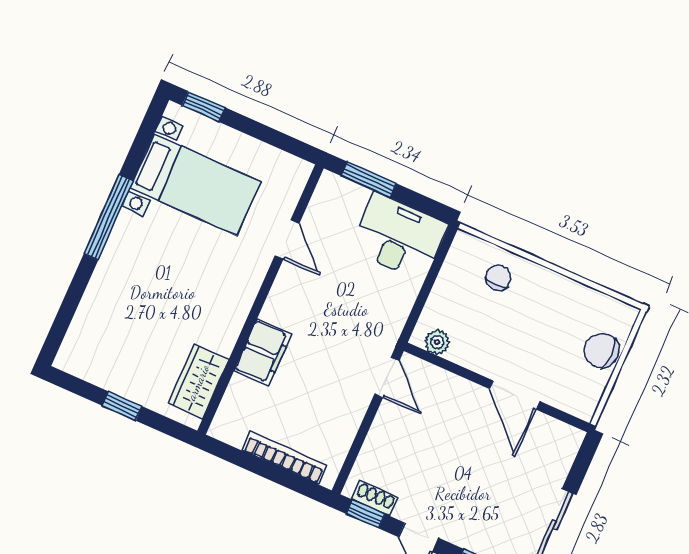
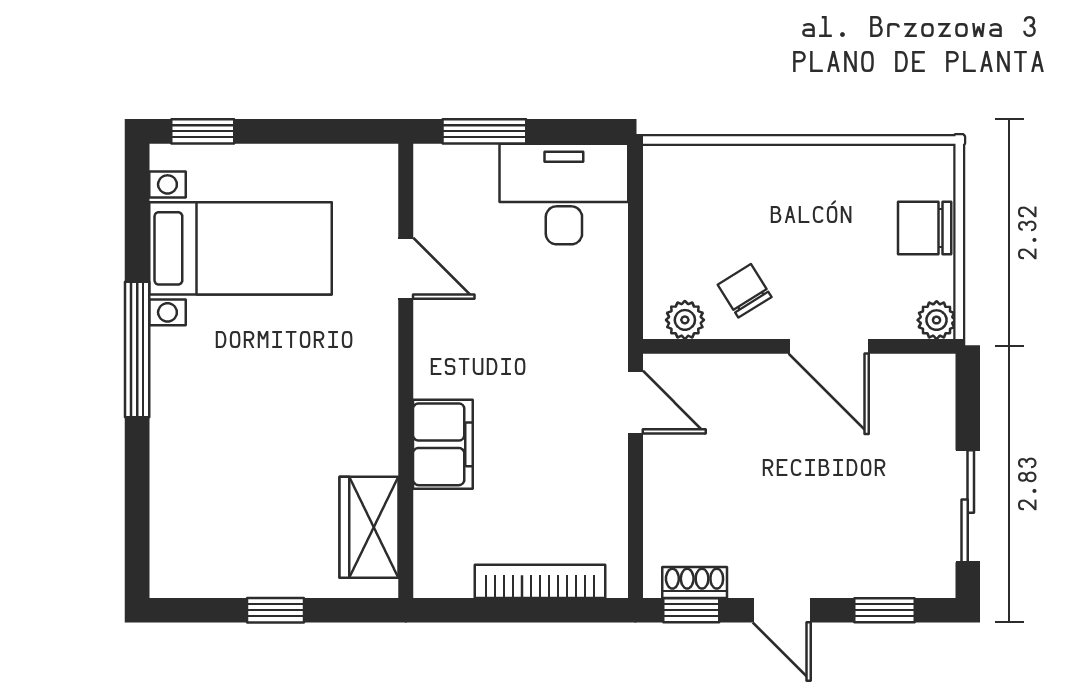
chair: (498, 277) -> (745, 291), moved, turned -32
plant: (585, 408) -> (937, 320), added

